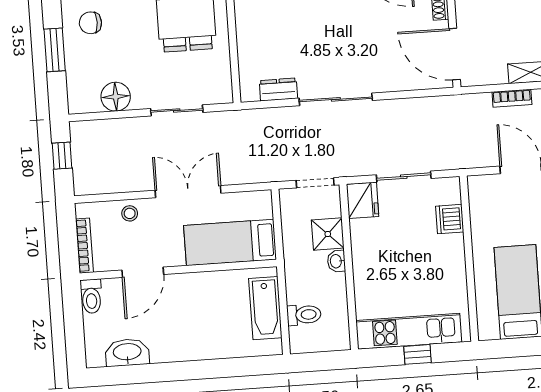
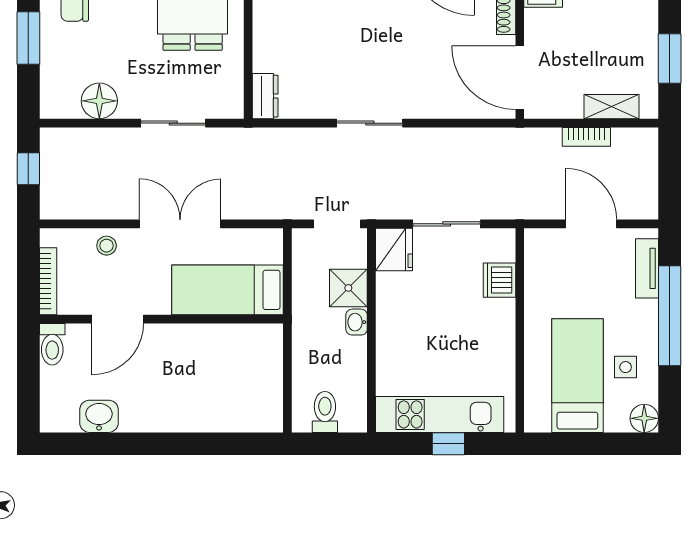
dresser: (278, 90) -> (265, 96), moved, turned 90
sliding door: (336, 99) -> (370, 123), width x0.73
bathtub: (265, 308) -> (265, 374), removed
toilet: (304, 315) -> (325, 412), moved, turned -90
washbasin: (127, 352) -> (99, 416), width x0.72

